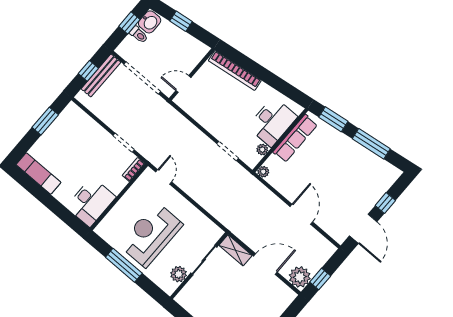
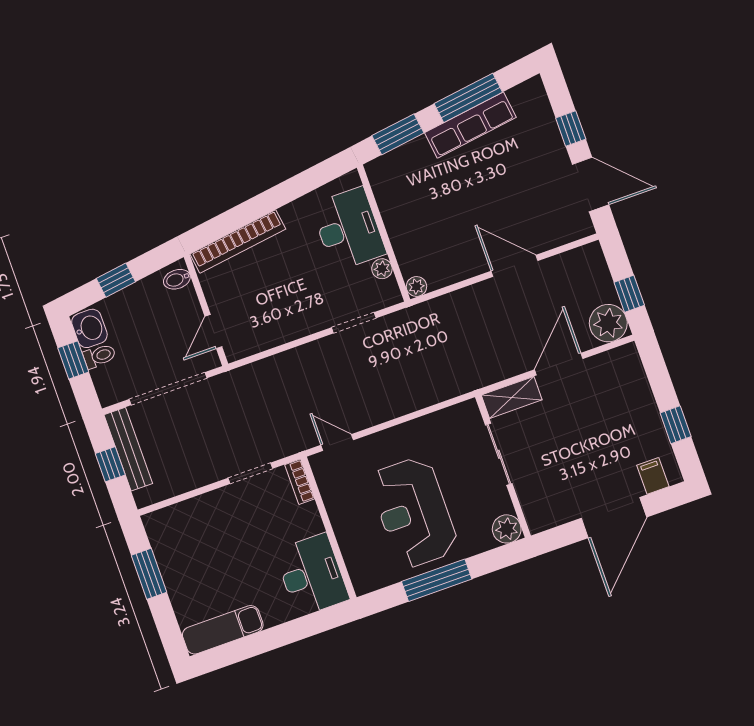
bidet: (199, 51) -> (177, 279), added
row of seats: (295, 138) -> (470, 125), moved, turned 82
plant: (179, 274) -> (507, 529), moved

